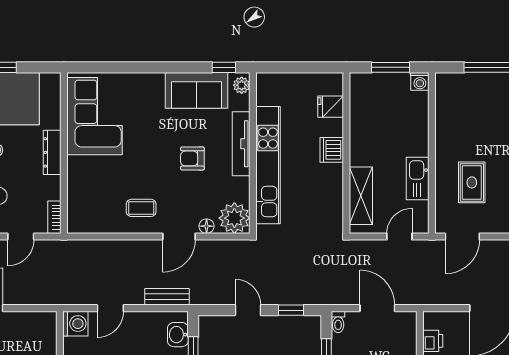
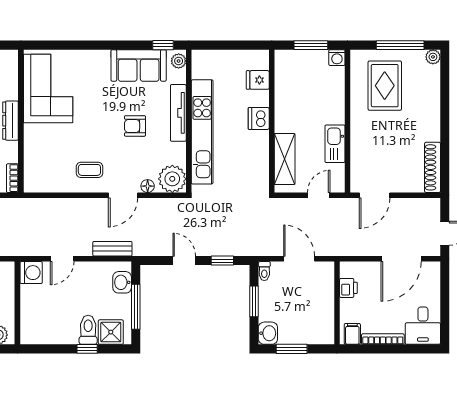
rug: (472, 182) -> (385, 86), moved, width x1.36, depth x1.43

